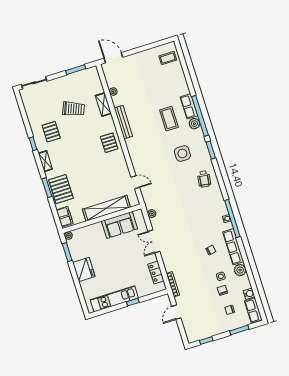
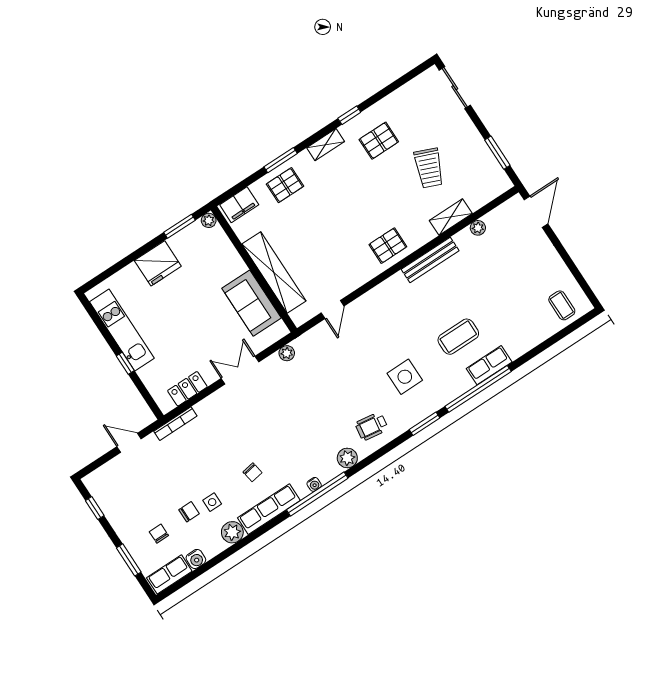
plant: (194, 124) -> (347, 458), moved
pallet: (61, 189) -> (285, 185), width x0.67, depth x0.71

